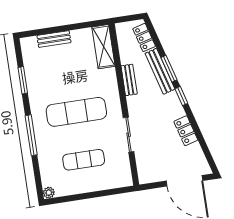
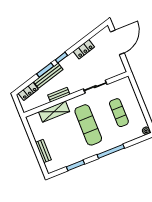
shelving: (104, 47) -> (54, 112), moved

